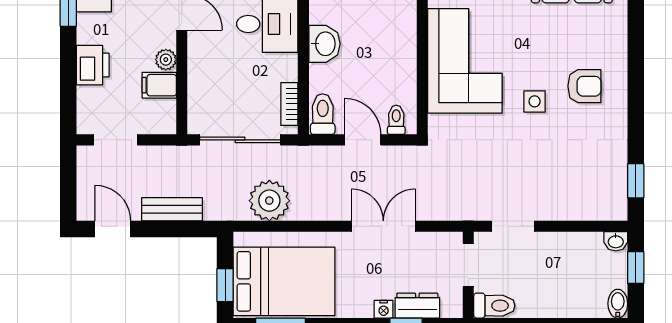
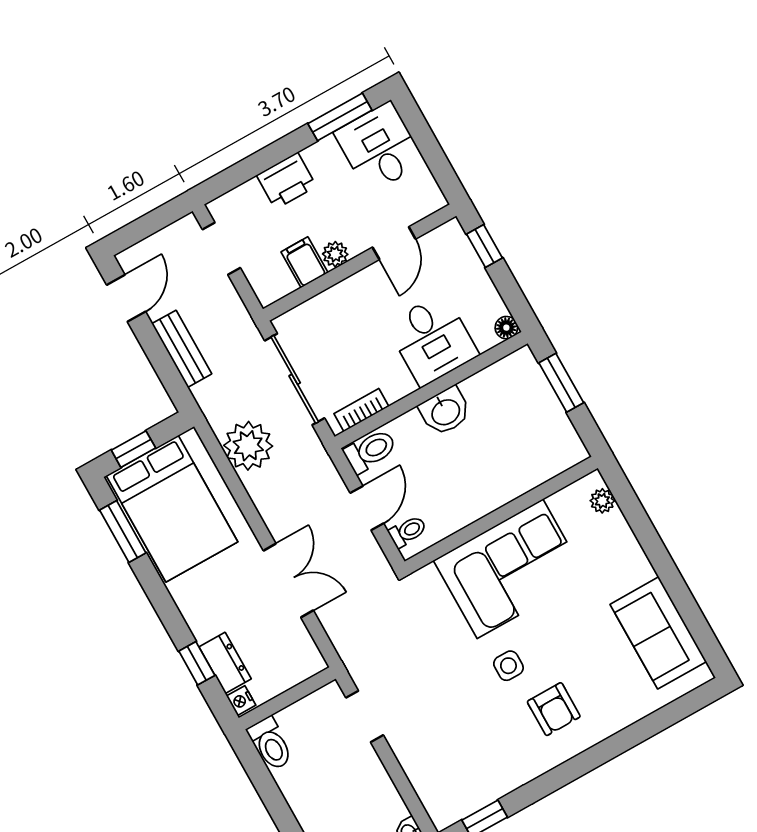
doorway: (468, 265) -> (298, 692), removed
nightstand: (384, 309) -> (241, 701), moved

